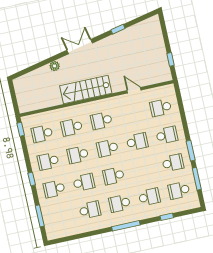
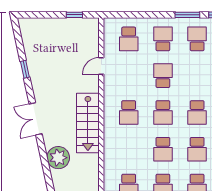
plant: (55, 66) -> (58, 158), width x1.88, depth x1.88
school desk: (72, 127) -> (129, 149), removed
school desk: (84, 182) -> (197, 149), turned 180

